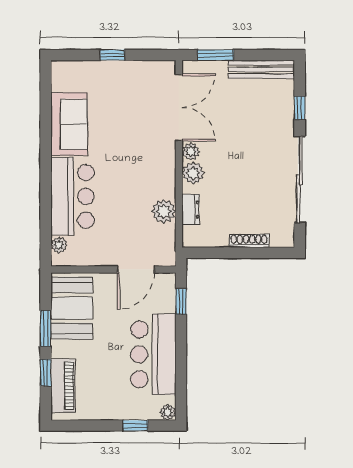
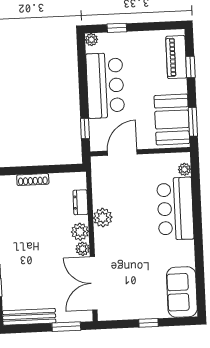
sofa: (69, 124) -> (182, 292), moved
plant: (164, 211) -> (103, 218), moved
window: (46, 328) -> (193, 122), moved

